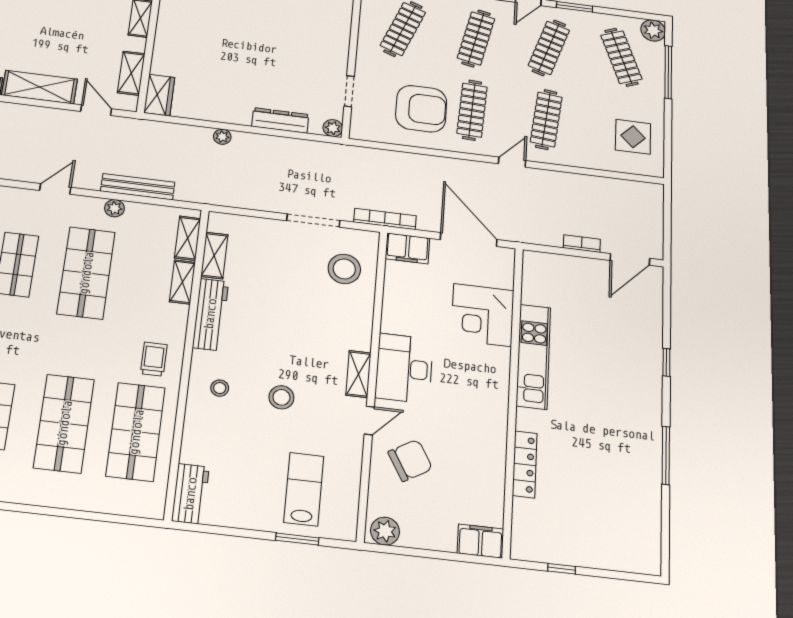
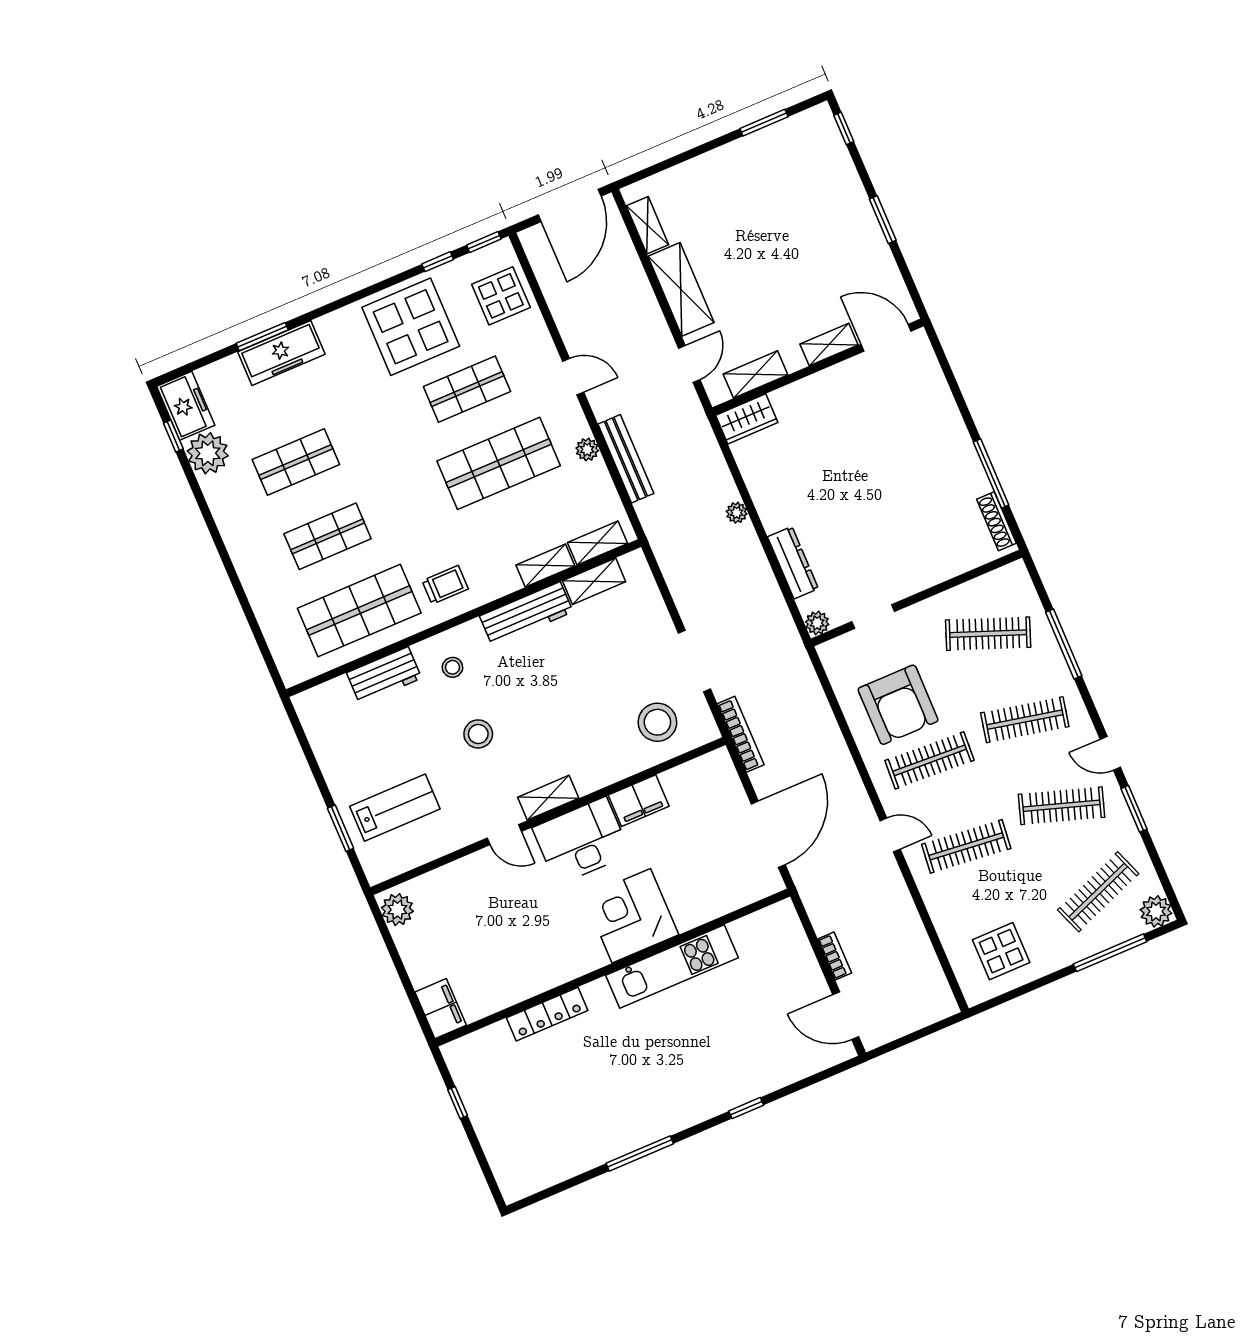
filing cabinet: (407, 248) -> (639, 801), moved, turned -90
corner desk: (482, 315) -> (631, 916), moved
shop shelf: (64, 423) -> (328, 536), width x0.70, depth x0.74
chair: (410, 460) -> (485, 897), removed
workbench: (190, 494) -> (384, 675), moved

